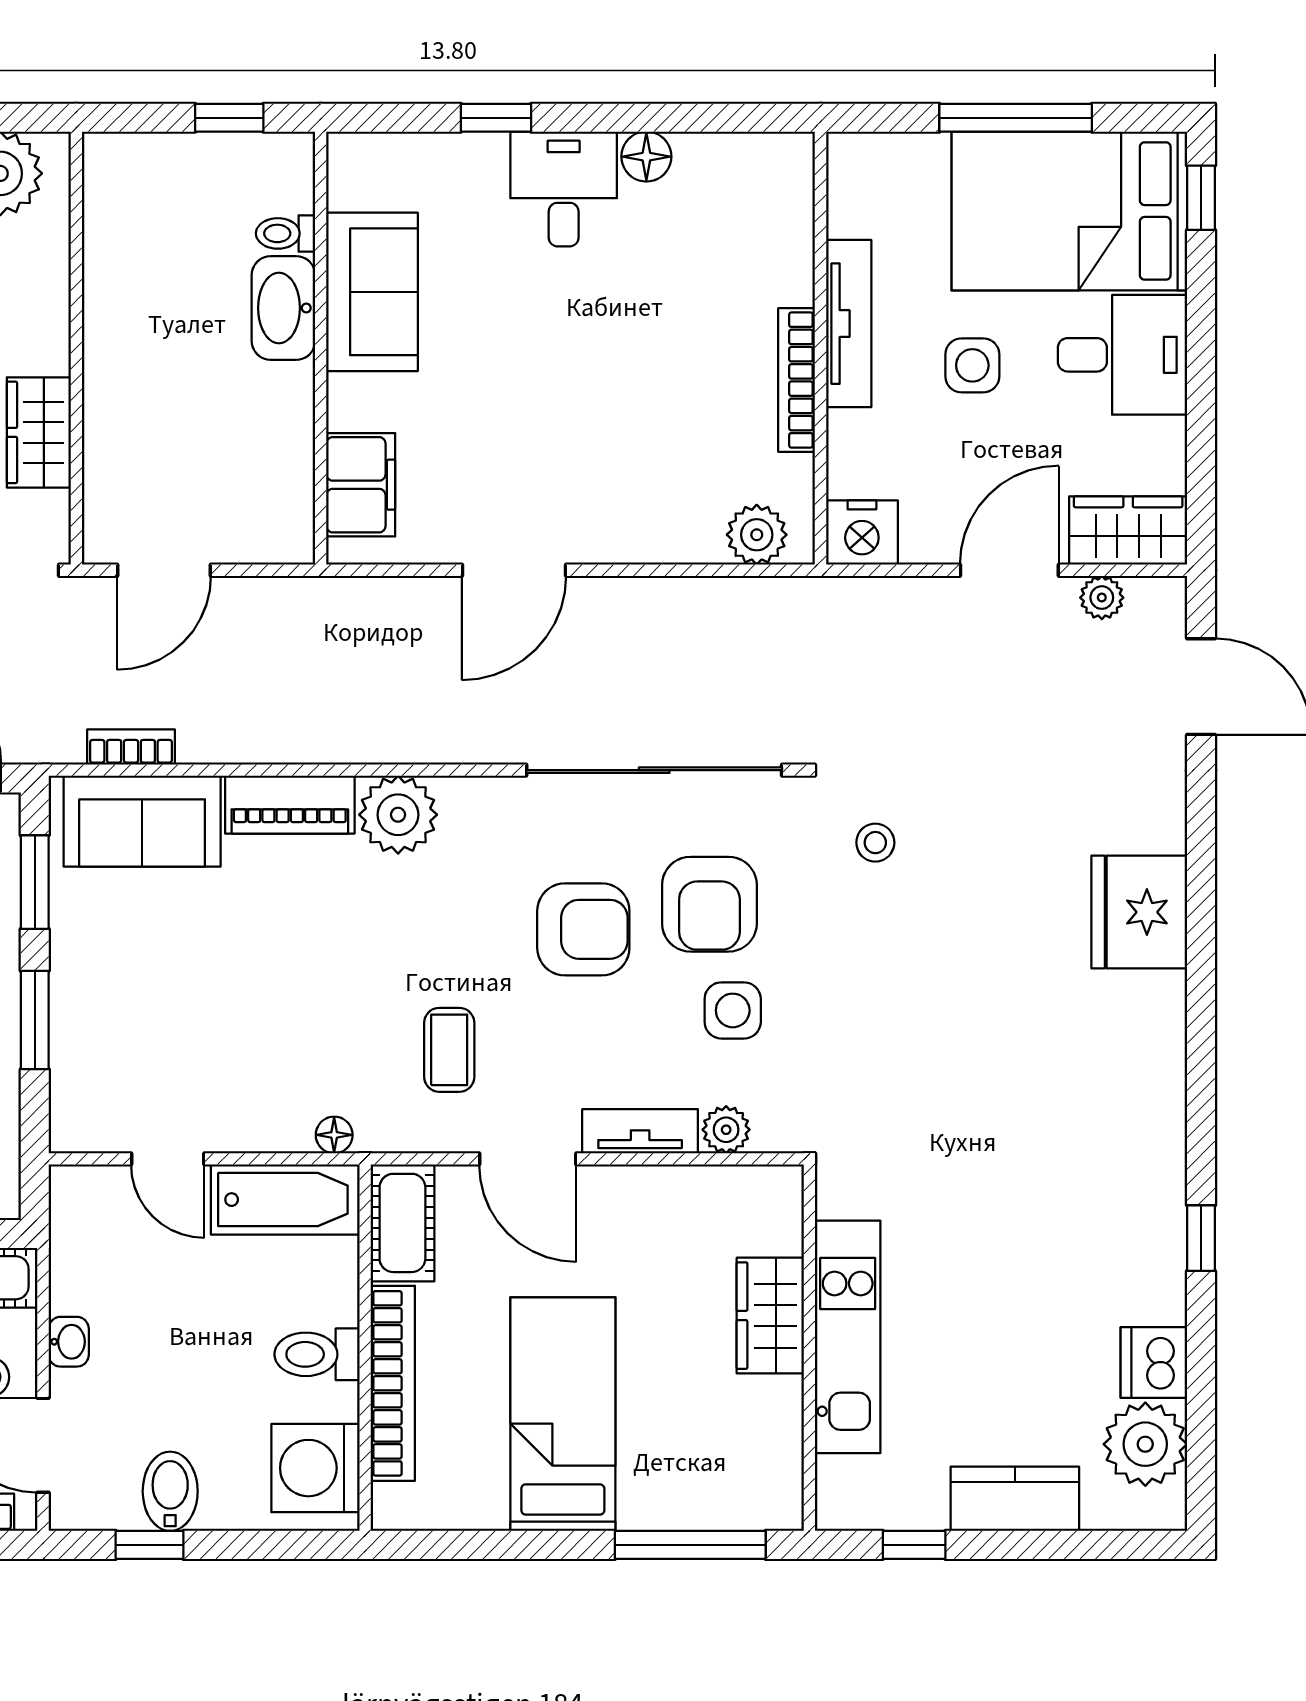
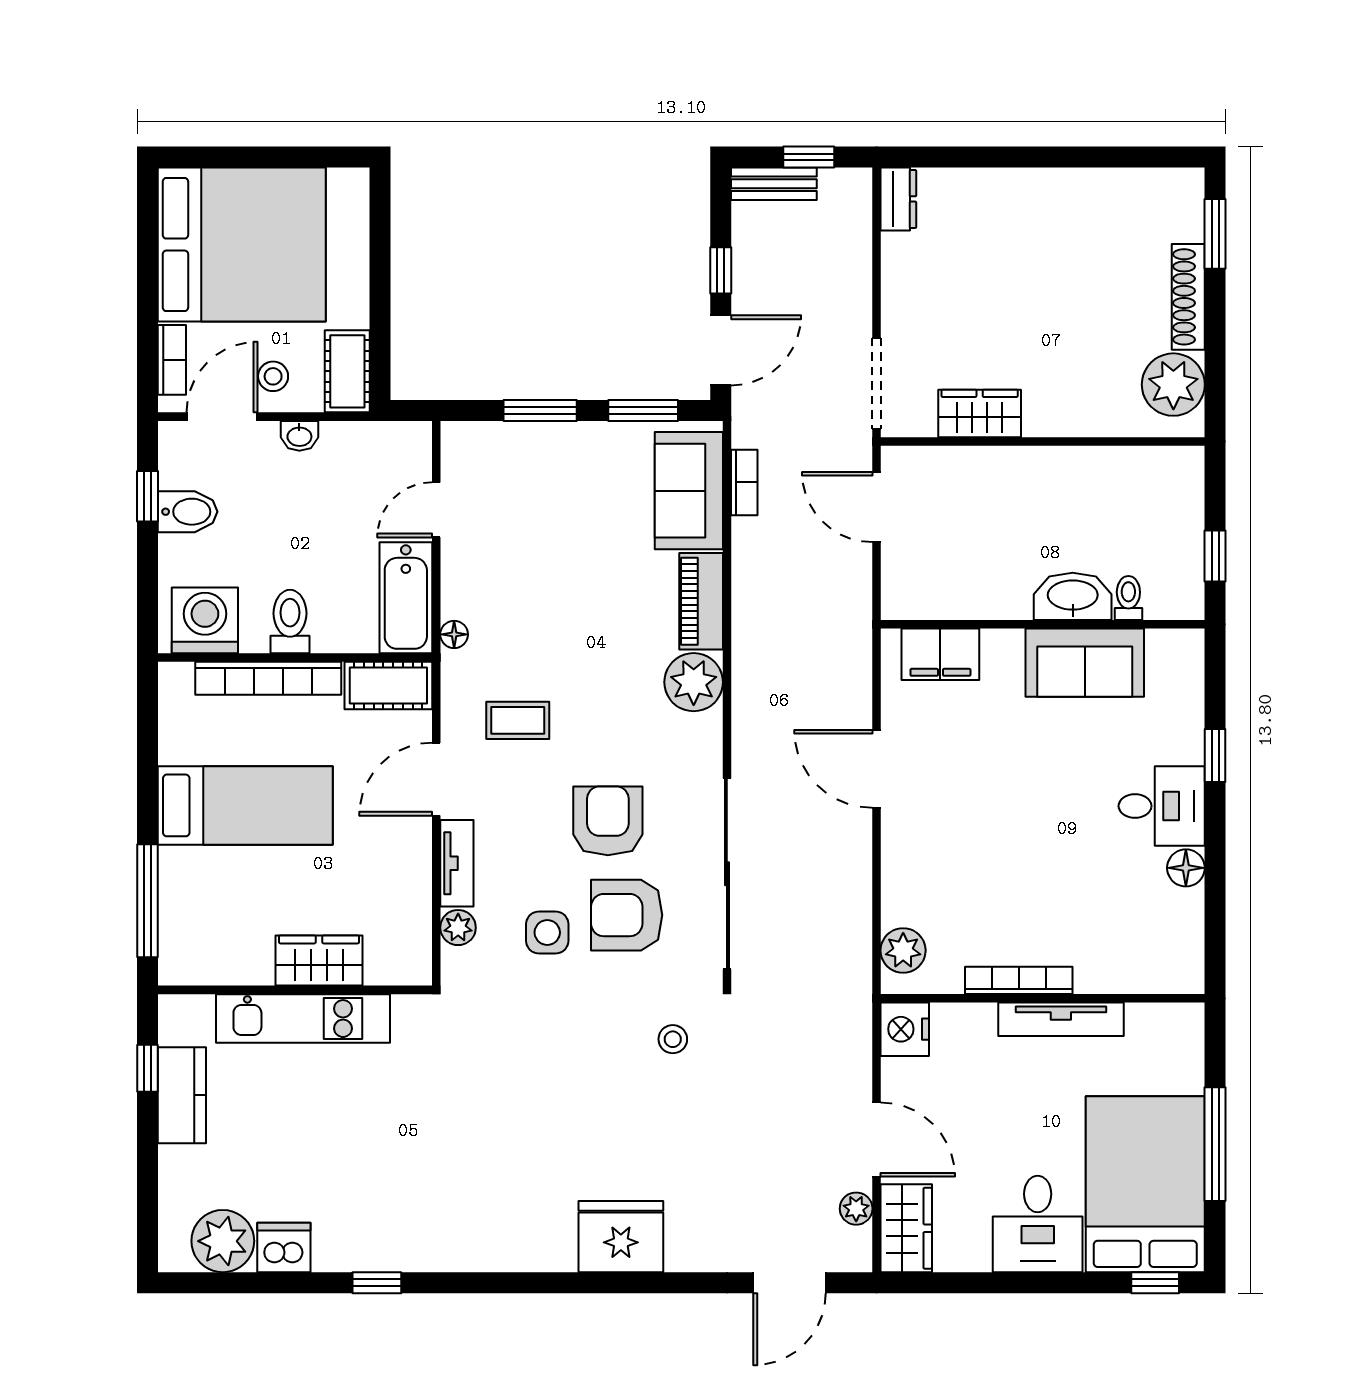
side table: (972, 365) -> (1030, 1112), removed
armchair: (583, 929) -> (608, 821), turned 180
kitchen counter: (1015, 1499) -> (182, 1095), moved

